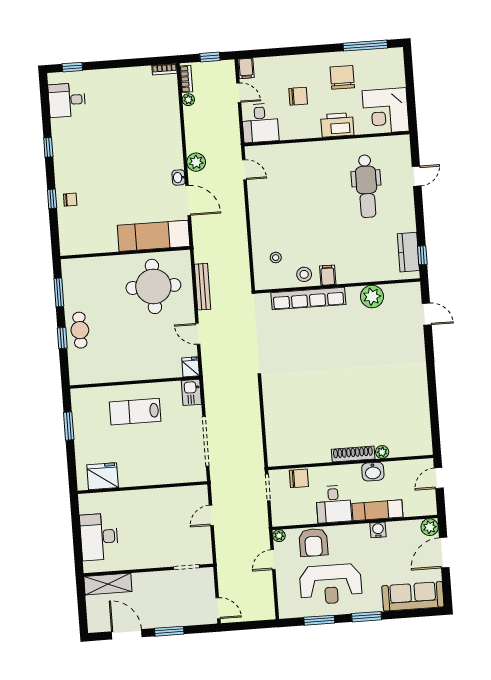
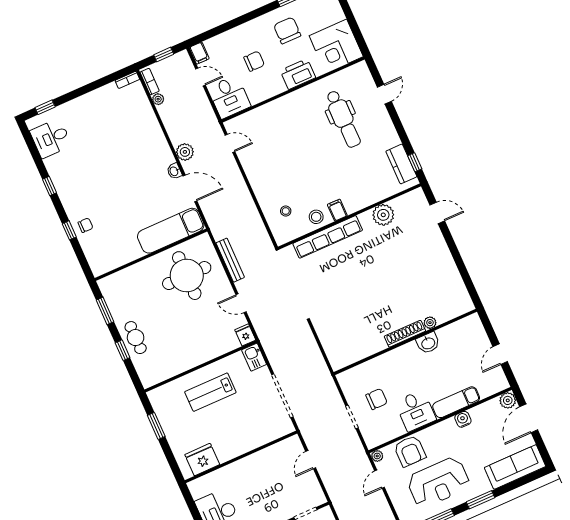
plant: (382, 452) -> (430, 323), moved
shoe rack: (353, 454) -> (405, 334), moved
wall: (350, 462) -> (405, 342), moved
washbasin: (373, 472) -> (428, 343), moved

